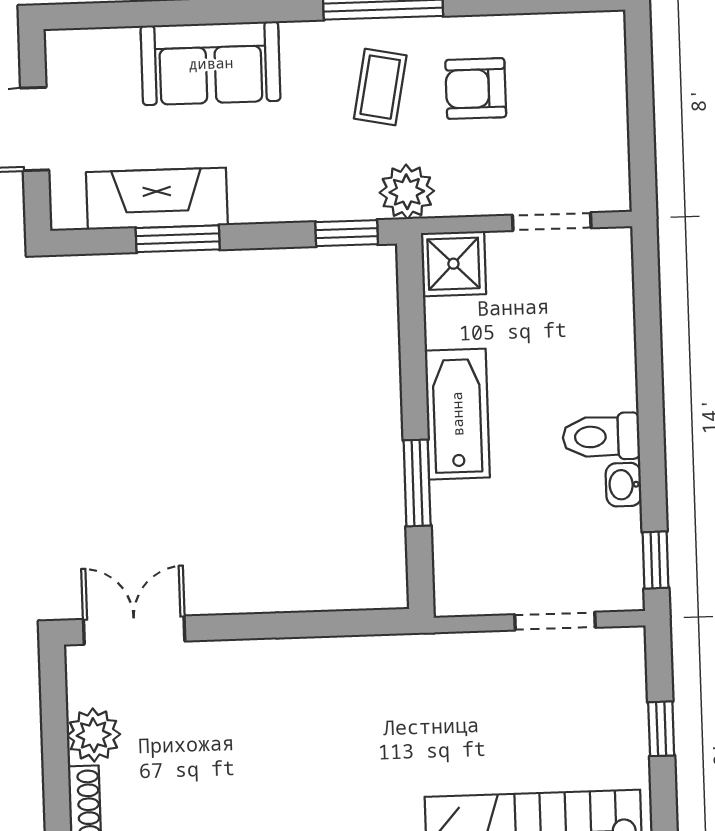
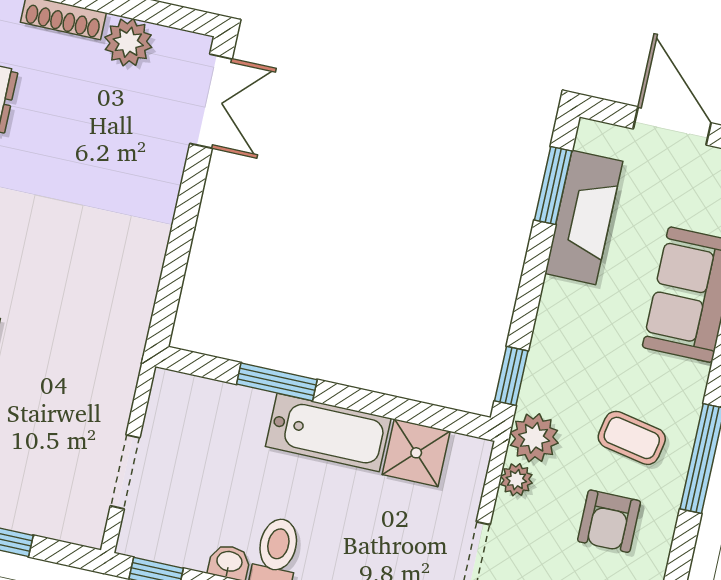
armchair: (476, 89) -> (609, 521), turned 180
plant: (457, 199) -> (516, 480), added
window: (178, 239) -> (553, 186), moved
shower: (453, 264) -> (416, 453), moved

